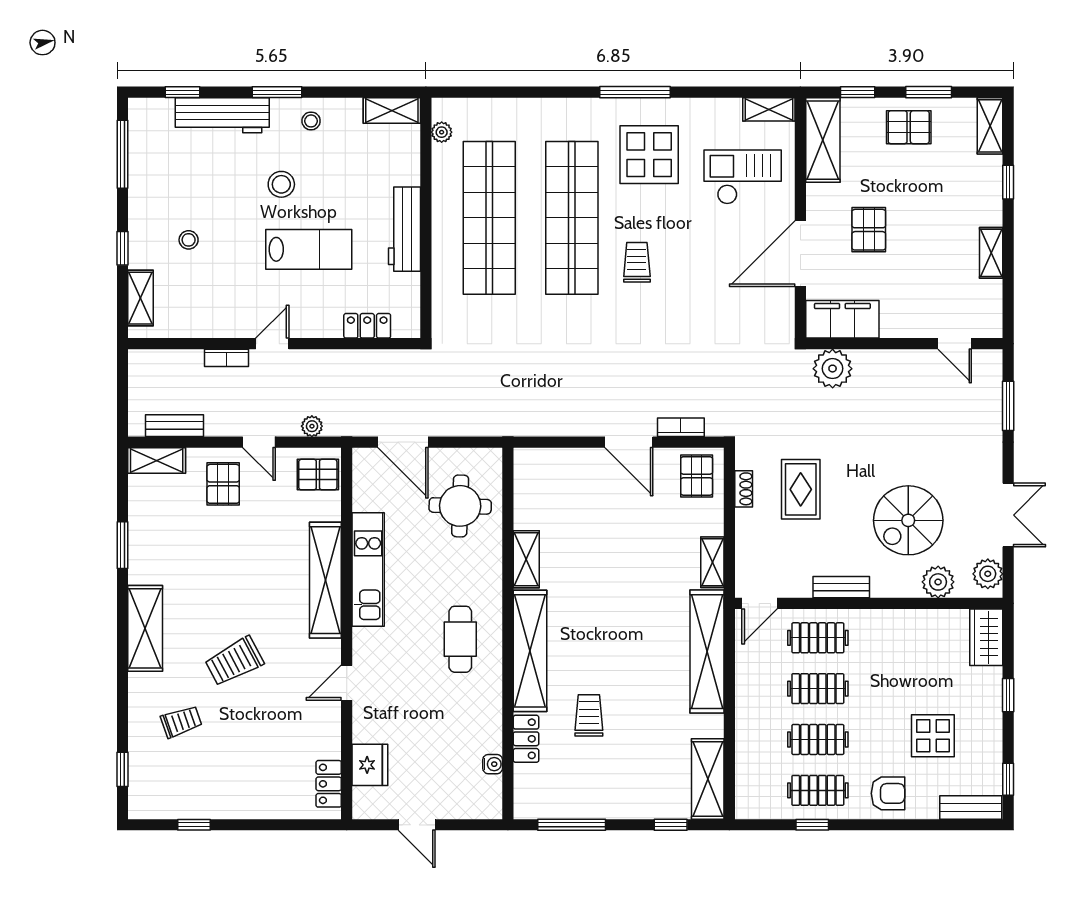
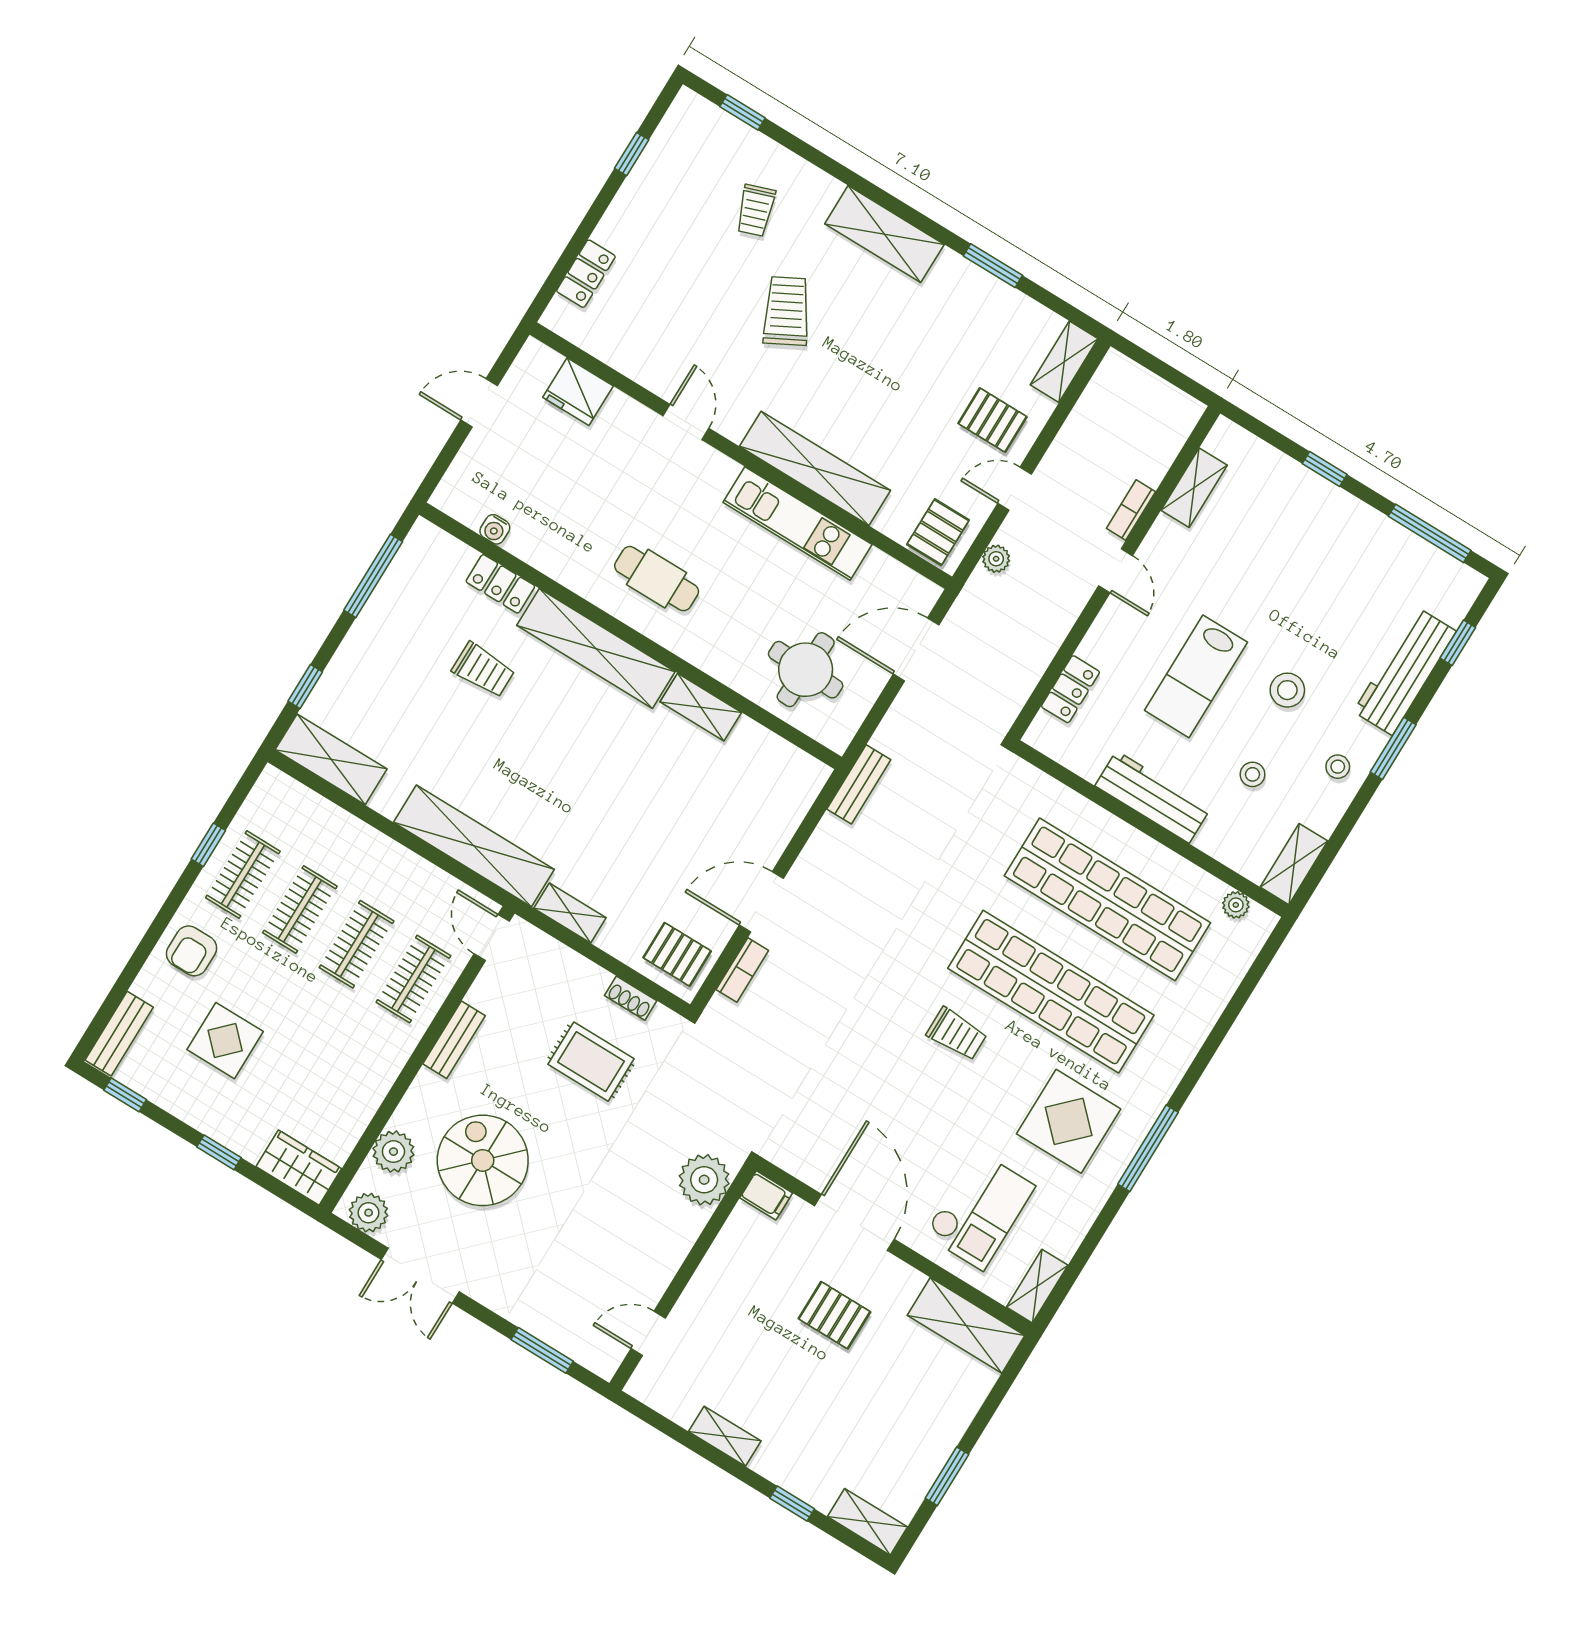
window: (858, 92) -> (996, 1397), removed
pallet: (909, 127) -> (922, 1430), removed
stool: (189, 240) -> (1253, 774), moved
shelving: (141, 298) -> (1194, 488), moved, turned 90
filing cabinet: (842, 319) -> (766, 1195), width x0.33, depth x0.86
bench: (174, 426) -> (859, 784), moved
locker: (329, 784) -> (586, 274), moved, turned 90

